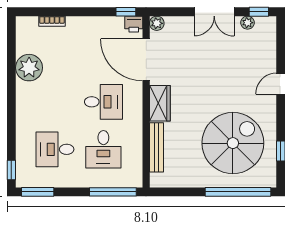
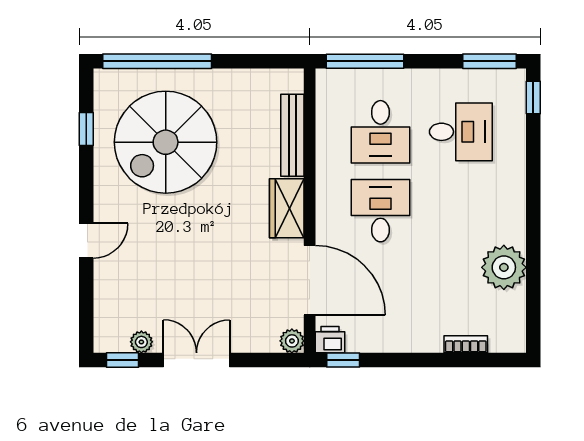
desk: (103, 102) -> (380, 211), turned 90
desk: (103, 149) -> (380, 132), turned 180

